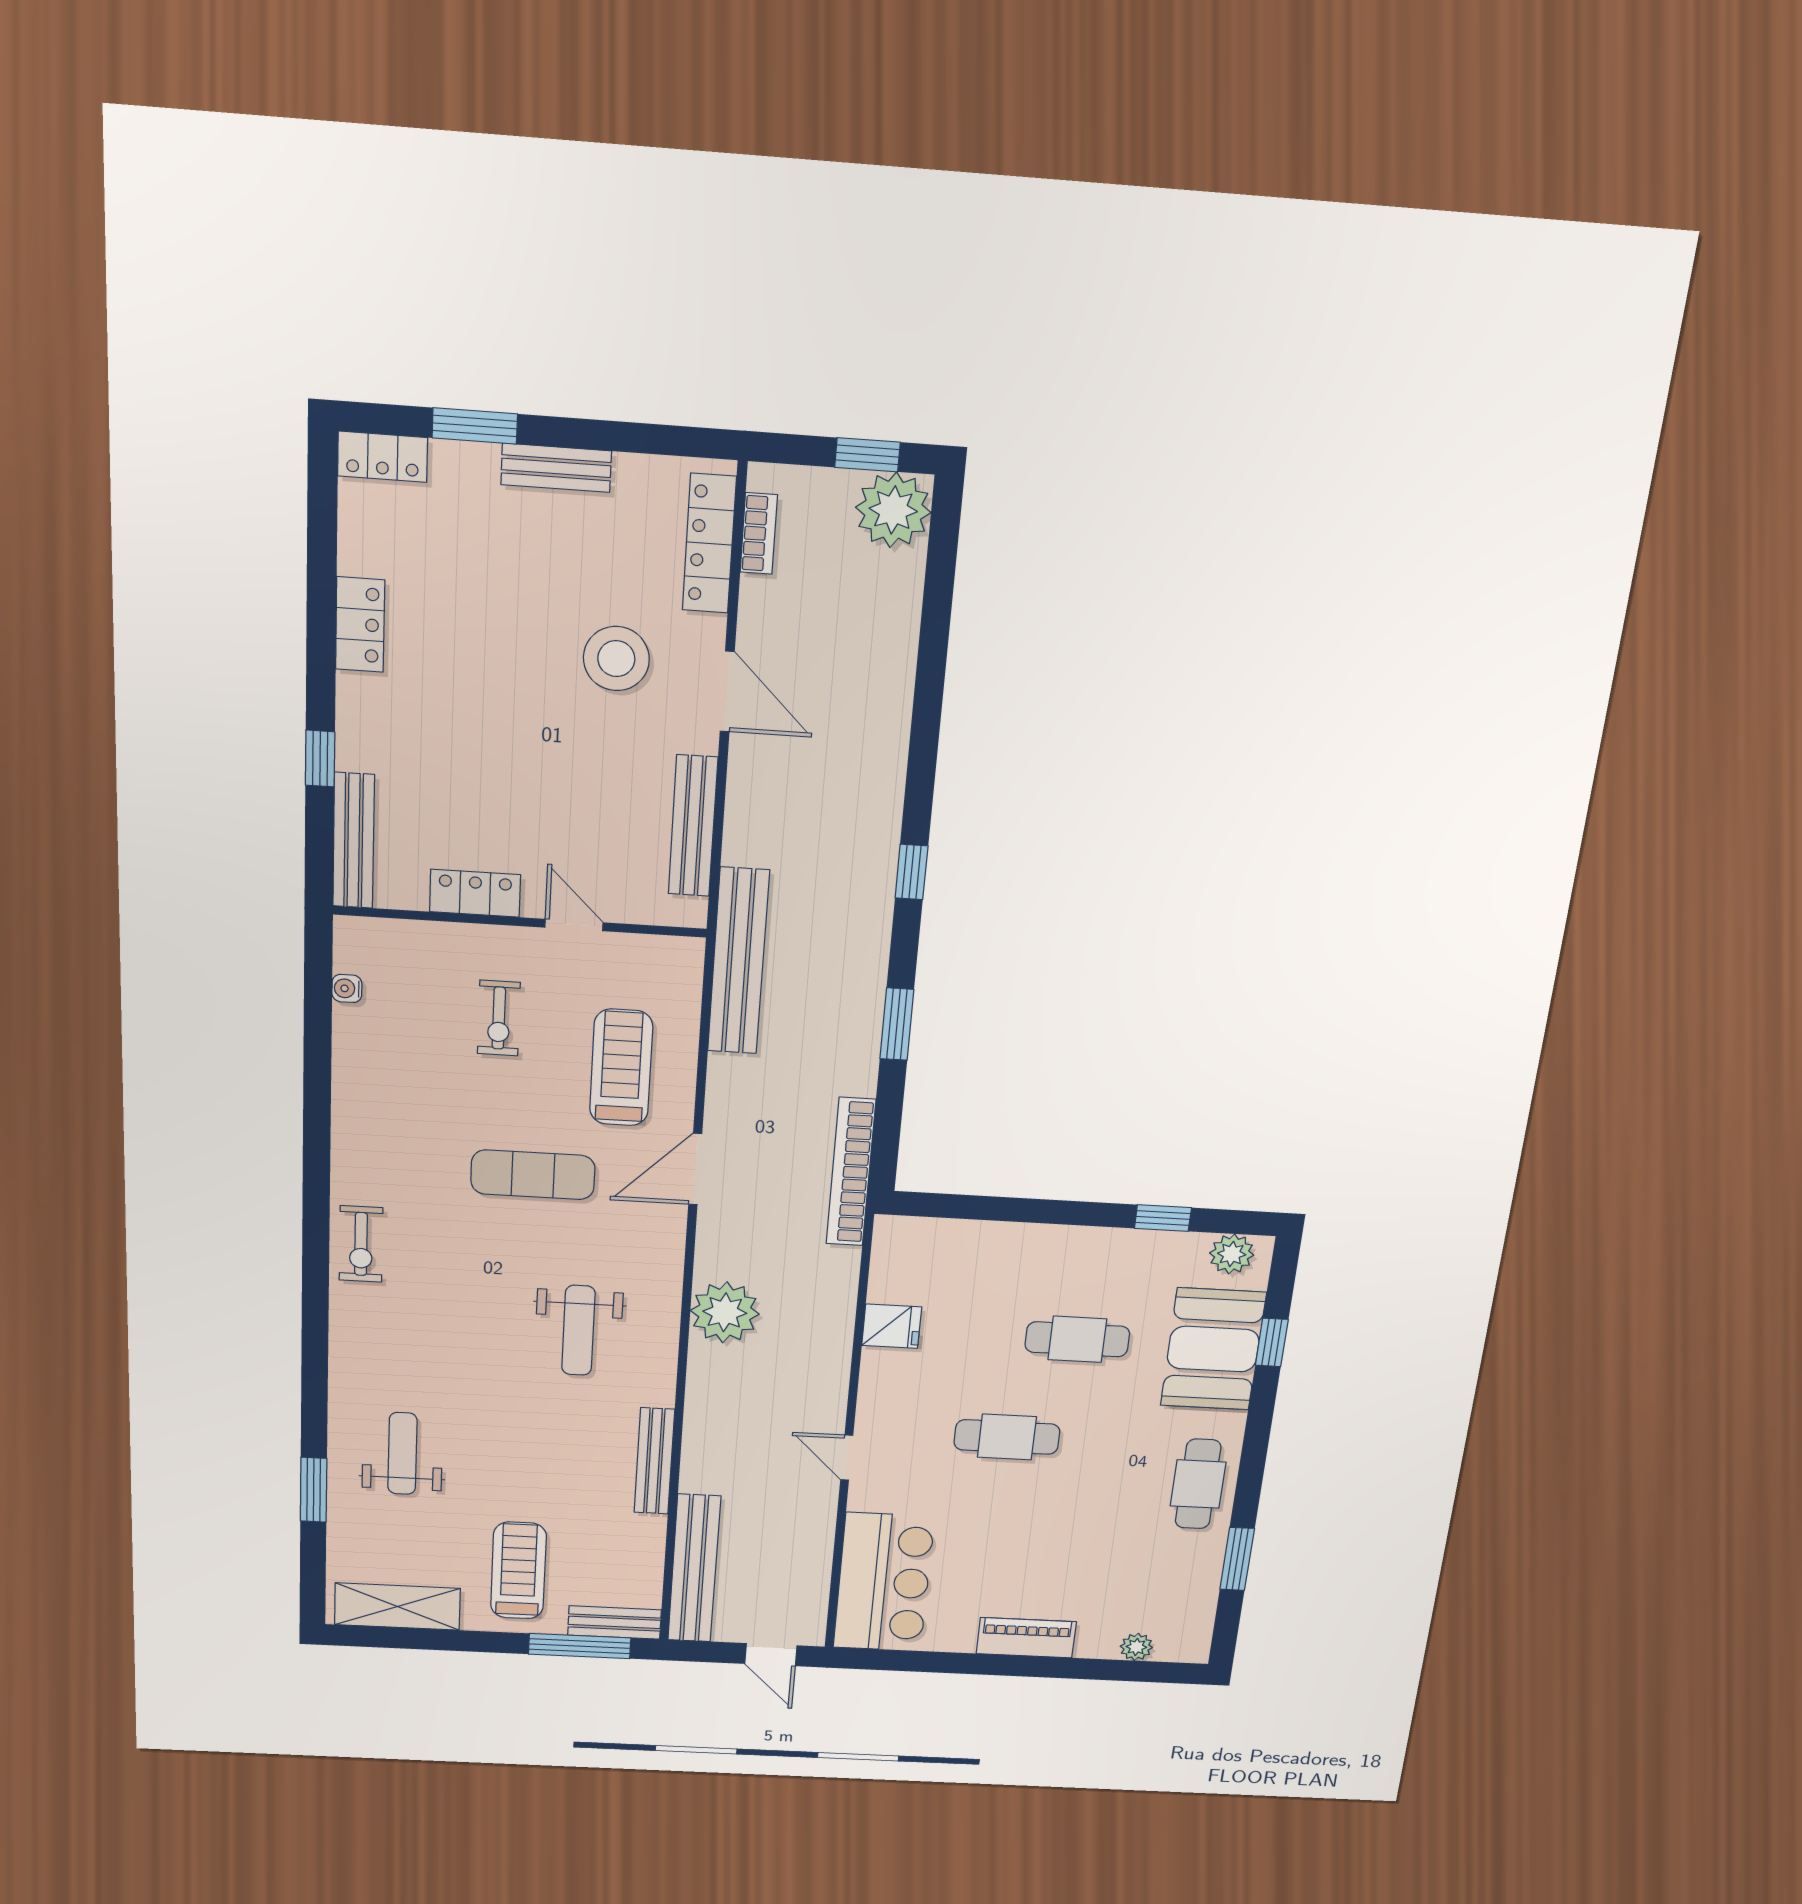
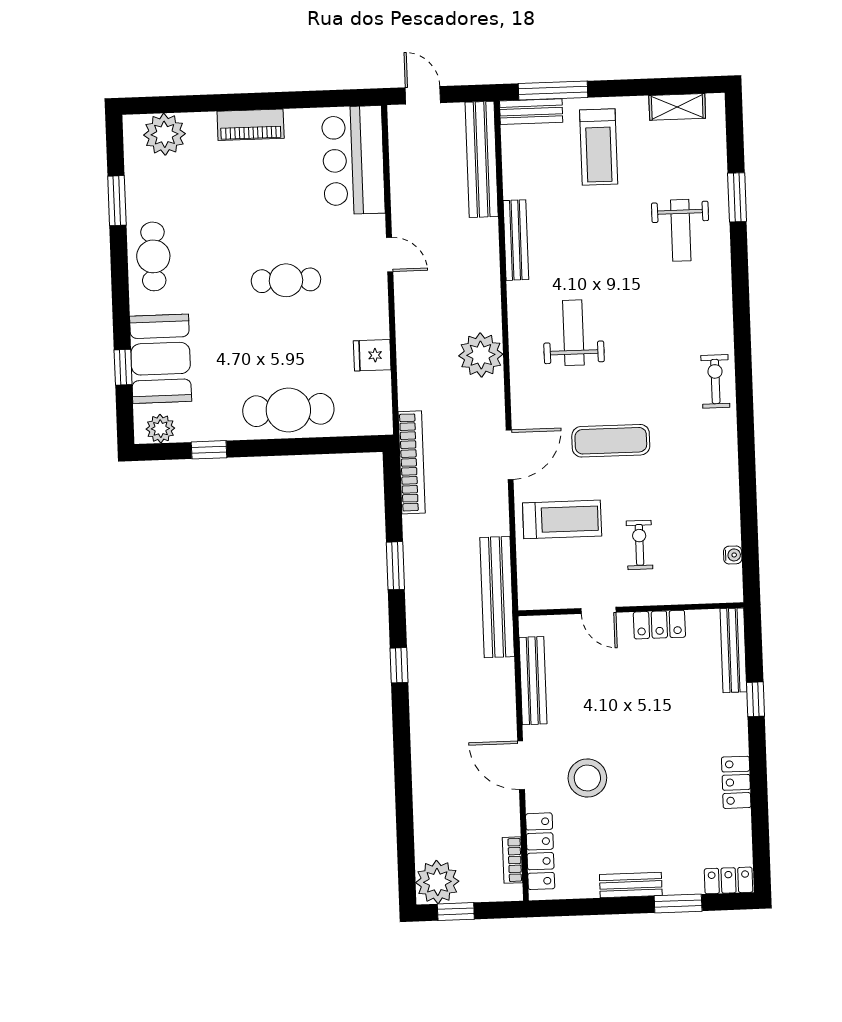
treadmill: (621, 1068) -> (562, 519), turned -90
cafe table: (1077, 1339) -> (288, 410), moved, width x1.37, depth x1.35
shelving: (397, 1607) -> (677, 107), width x0.67, depth x0.75
plant: (1136, 1647) -> (164, 134), width x1.88, depth x1.88

